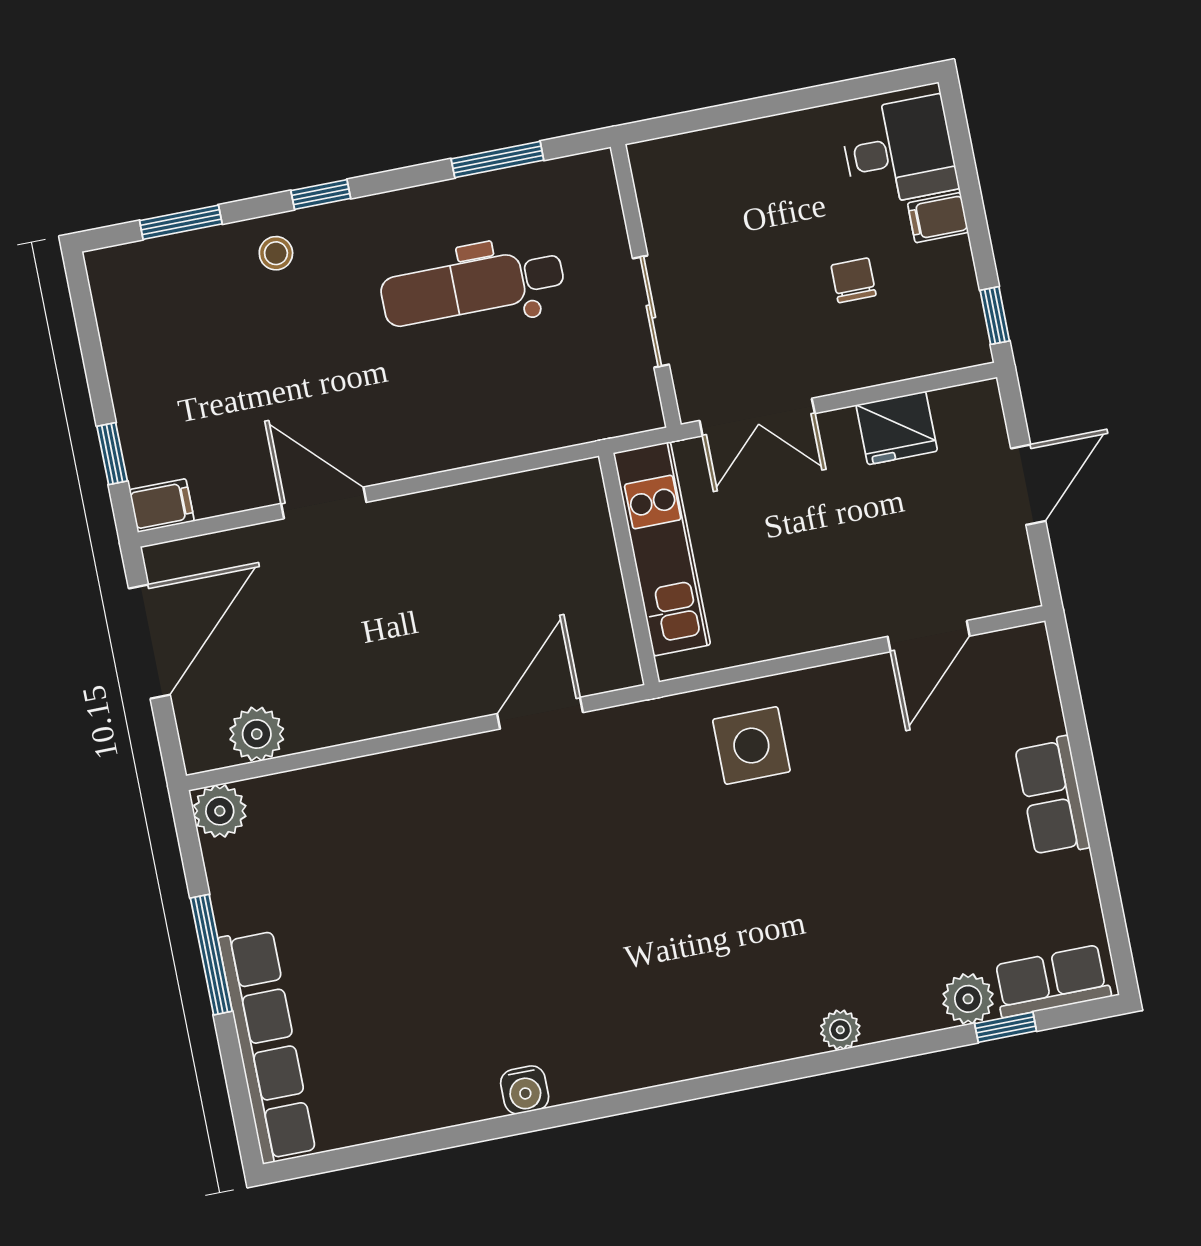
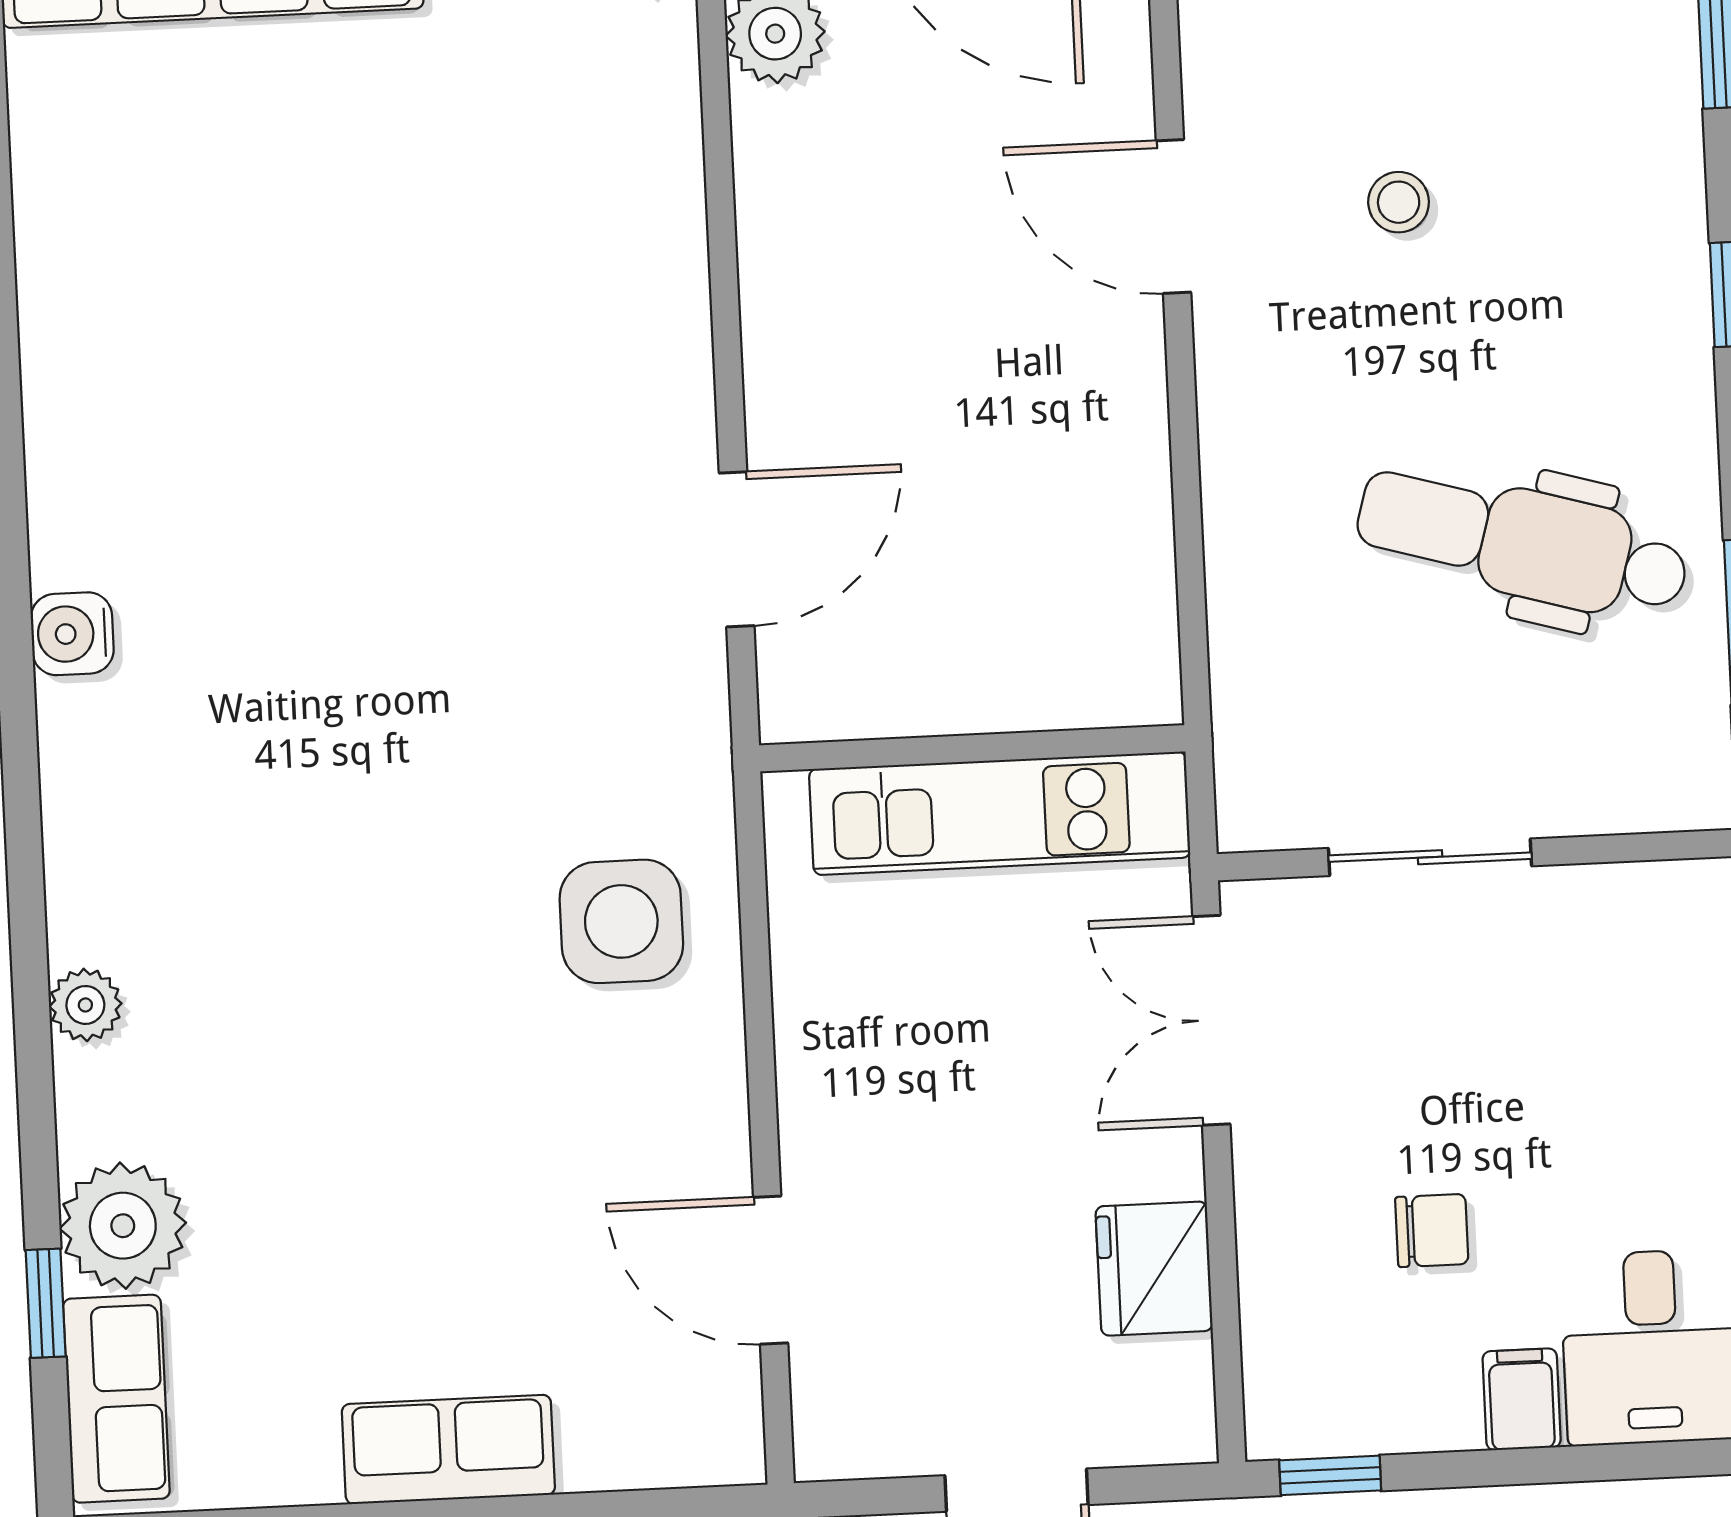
stool: (276, 253) -> (1399, 202), moved
dental chair: (472, 287) -> (1523, 543), turned -74
door: (324, 503) -> (1173, 217), swing flipped
door: (540, 713) -> (737, 549), hinge flipped
plant: (968, 999) -> (123, 1226), width x1.36, depth x1.36
water cooler: (525, 1090) -> (72, 634), moved

